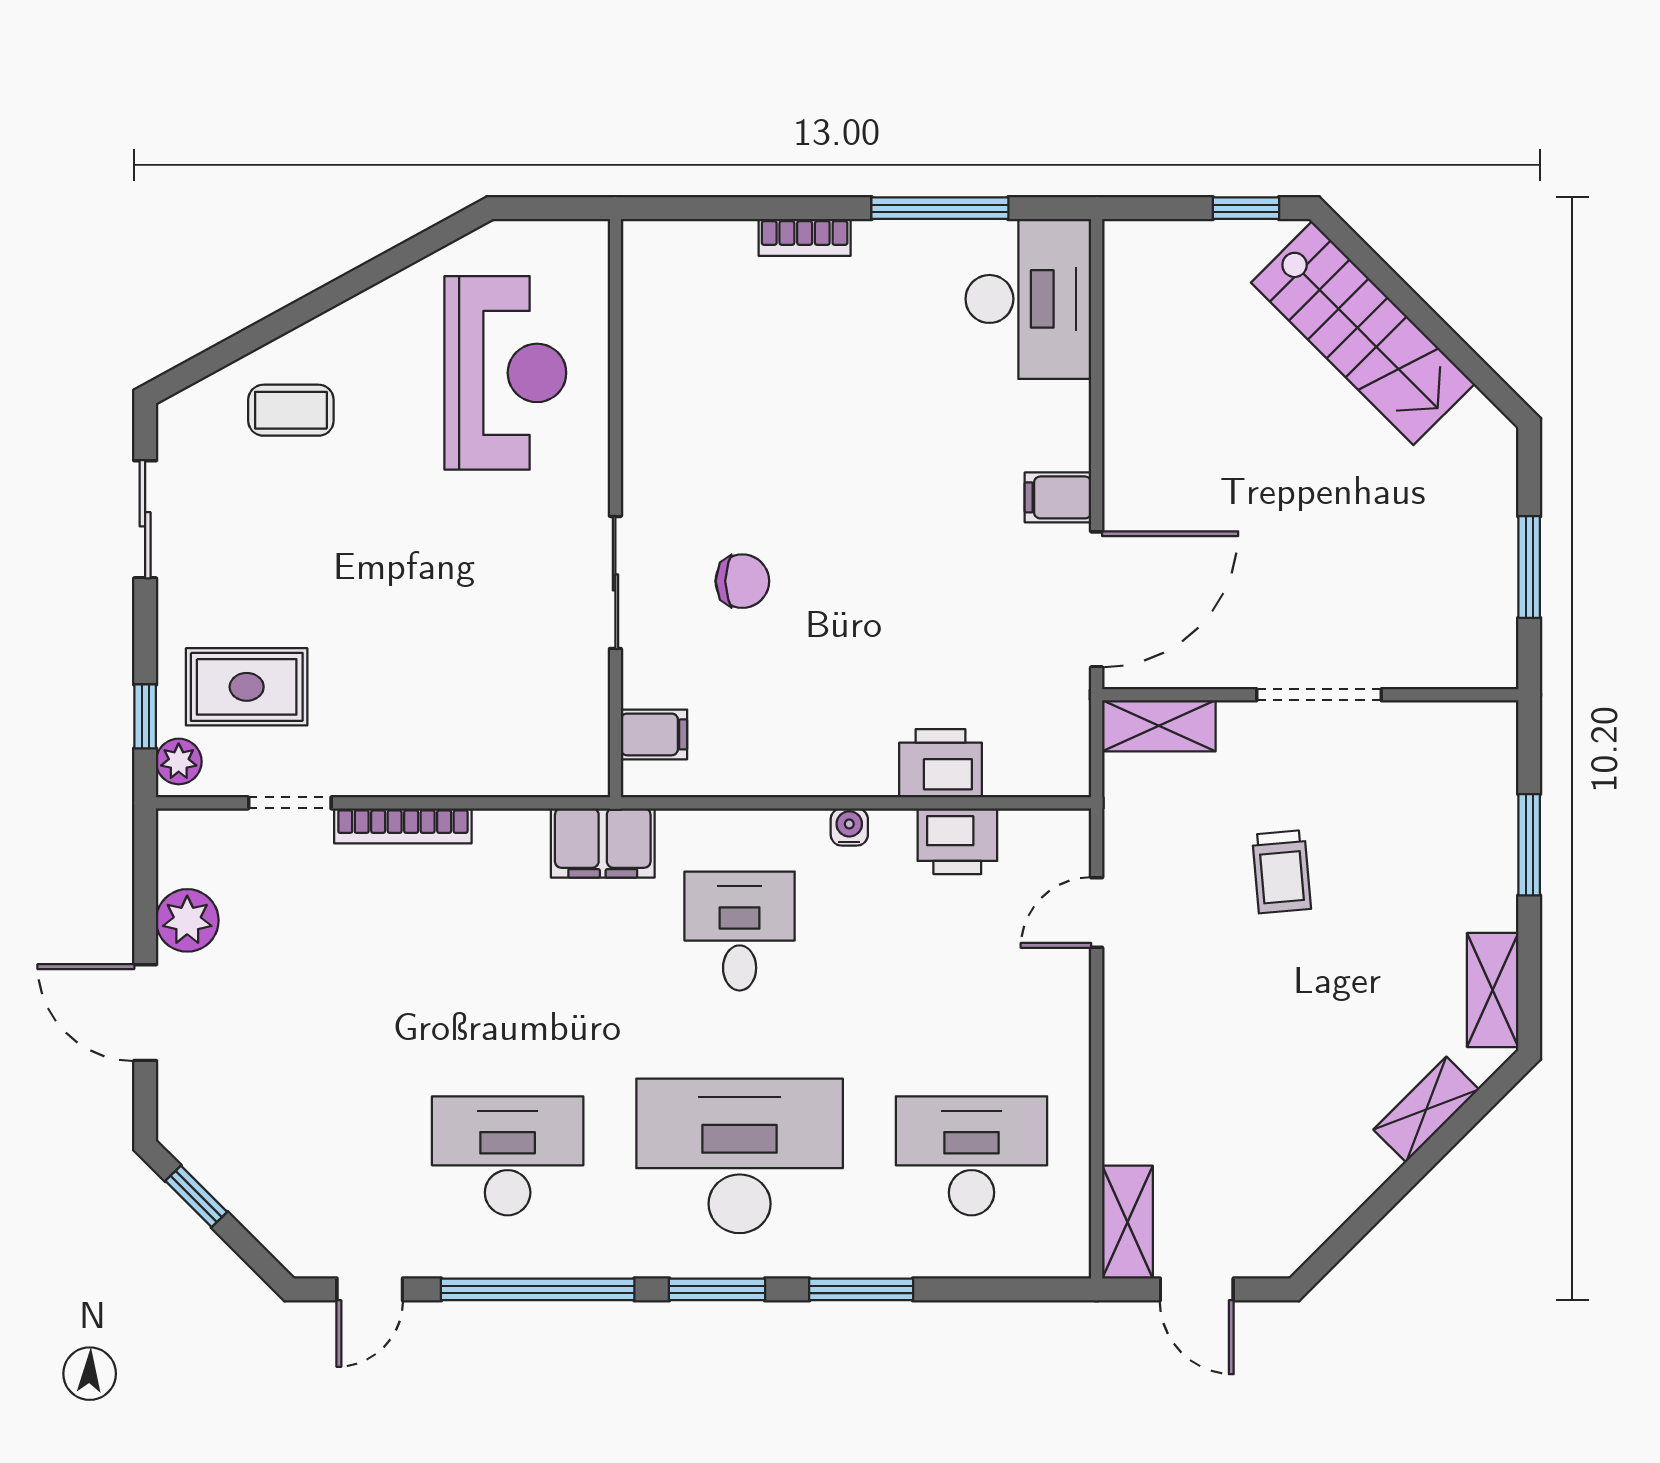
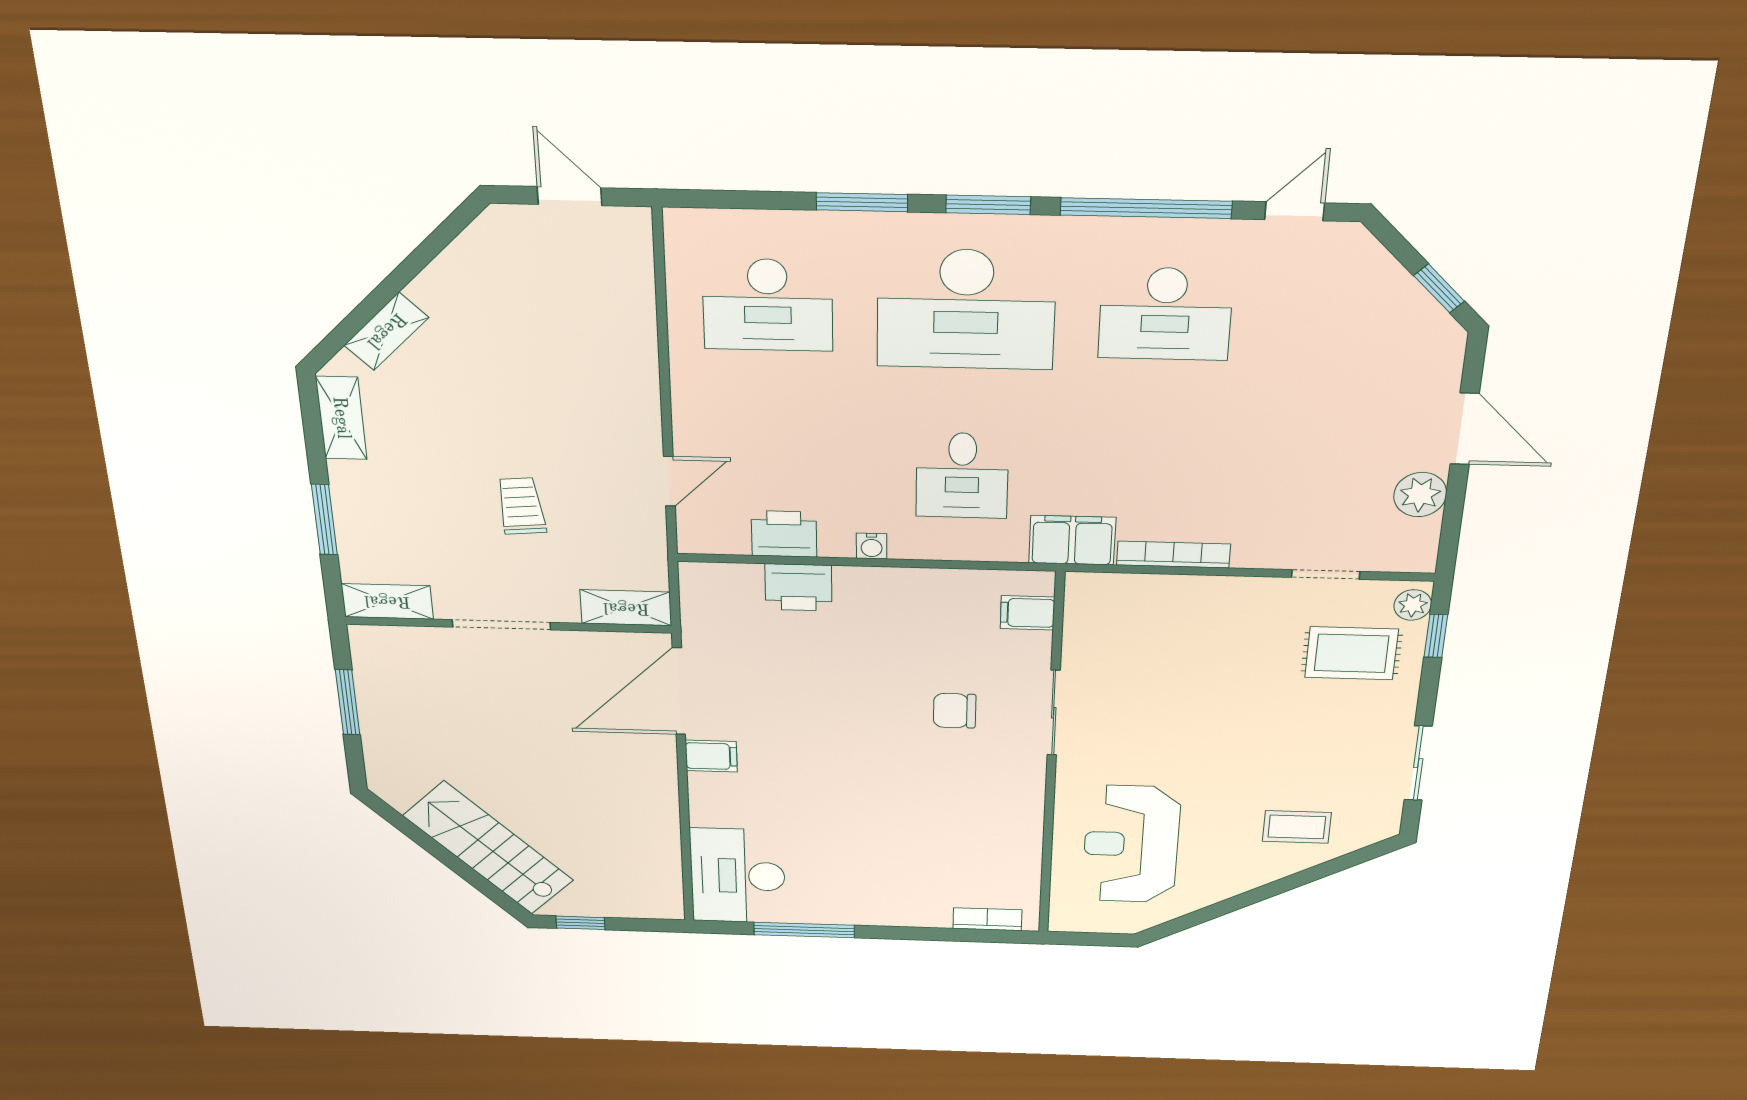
bookcase: (805, 237) -> (987, 919), moved
bookcase: (403, 826) -> (1173, 555), moved
shelving: (1127, 1222) -> (387, 601), moved, turned 90

